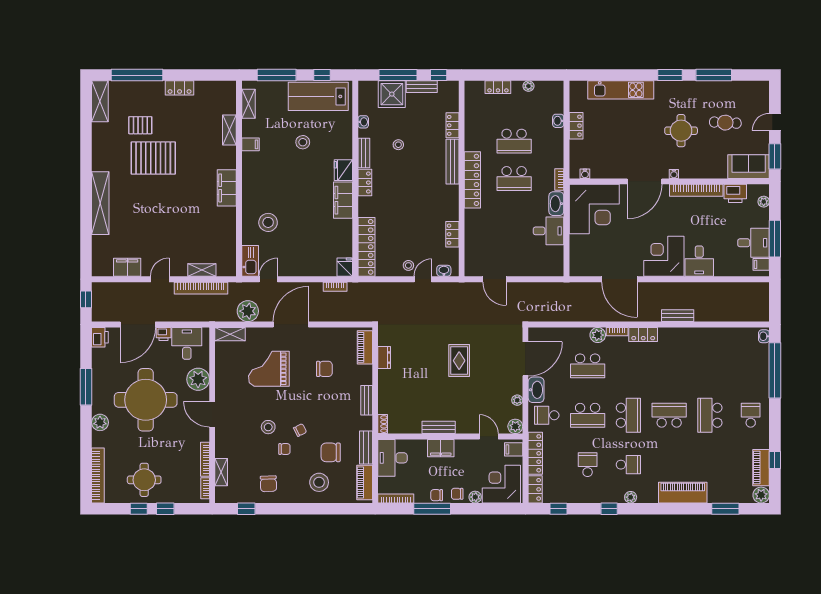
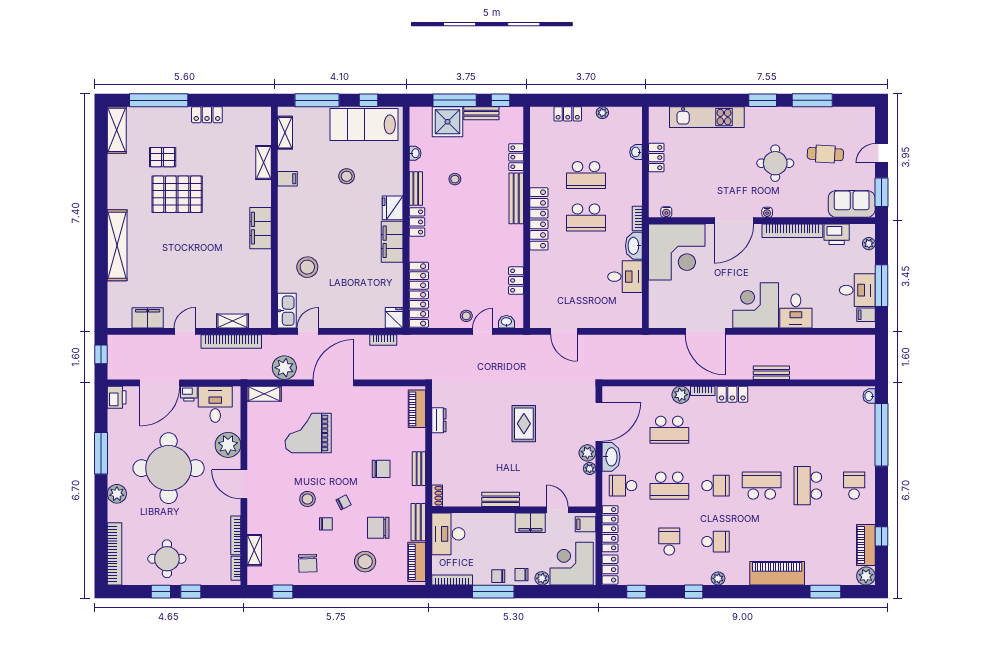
chair: (324, 369) -> (381, 469), moved
school desk: (628, 415) -> (715, 486), width x0.54
plant: (515, 426) -> (587, 453), moved
filing cabinet: (441, 448) -> (530, 523), moved

